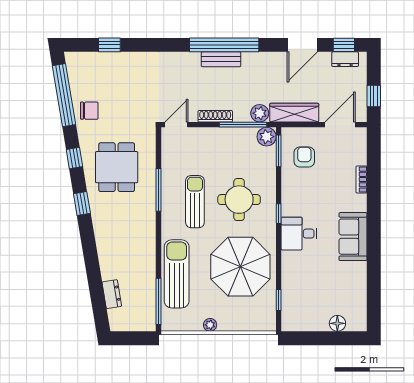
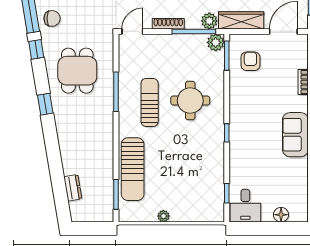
window: (74, 158) -> (36, 49), moved
window: (279, 214) -> (227, 133), moved
desk: (299, 234) -> (245, 206), moved, turned -90
parasol: (240, 267) -> (192, 162), removed
sun lounger: (177, 274) -> (133, 169), turned 180
window: (159, 301) -> (116, 194), width x0.69

